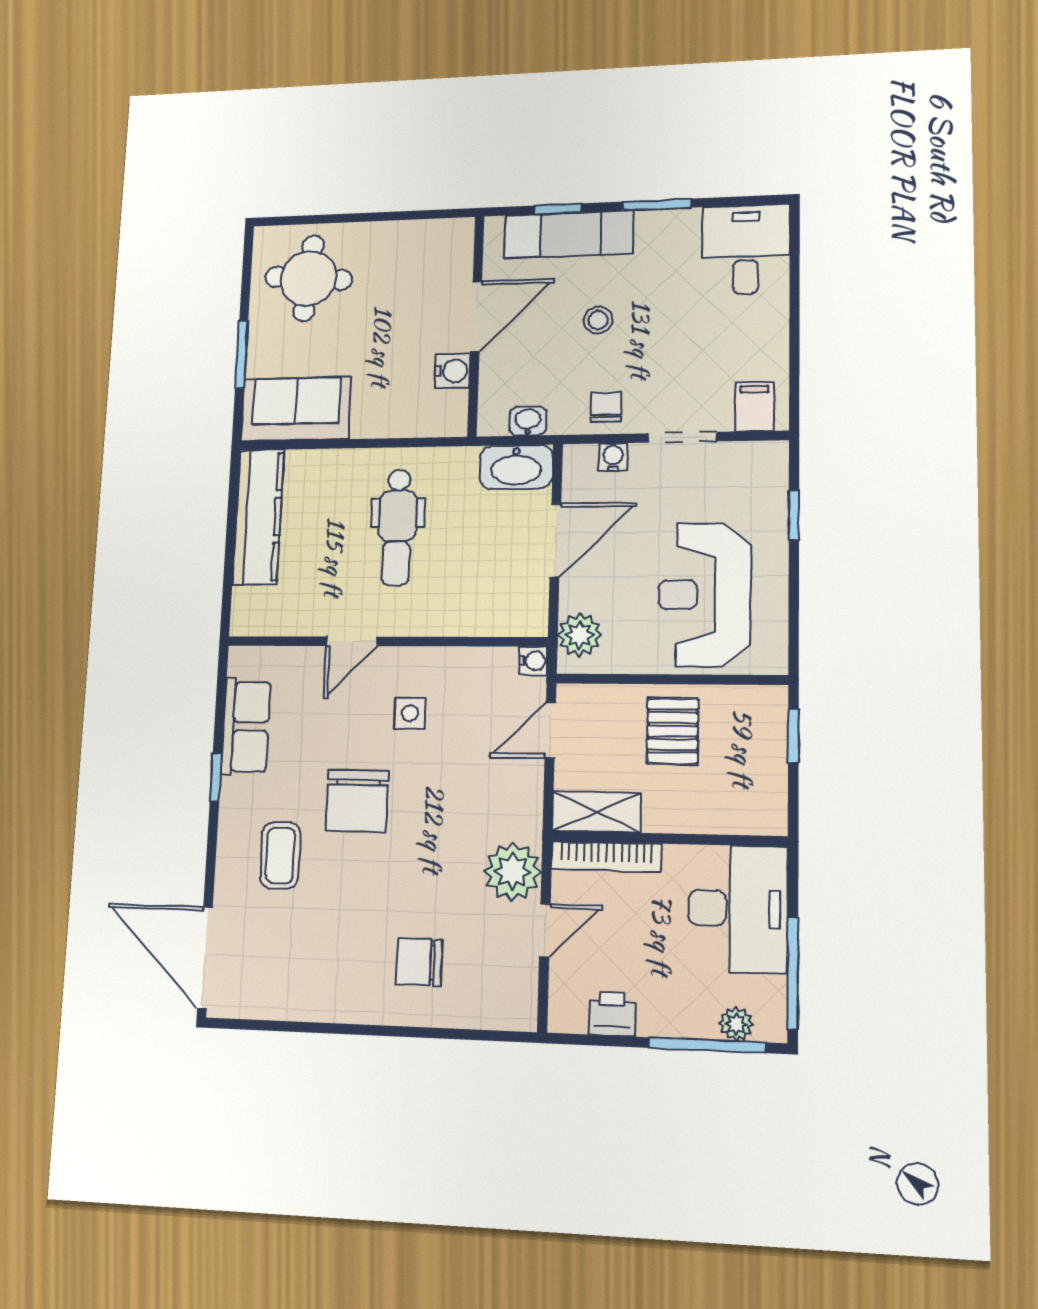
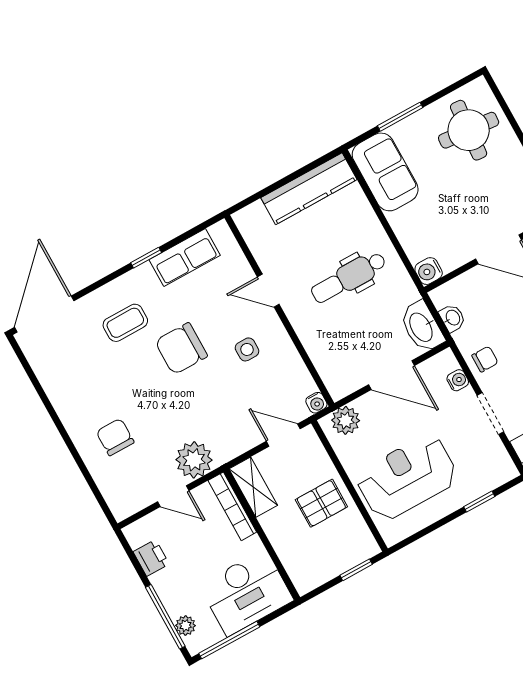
water cooler: (452, 371) -> (429, 271), moved, turned 90

